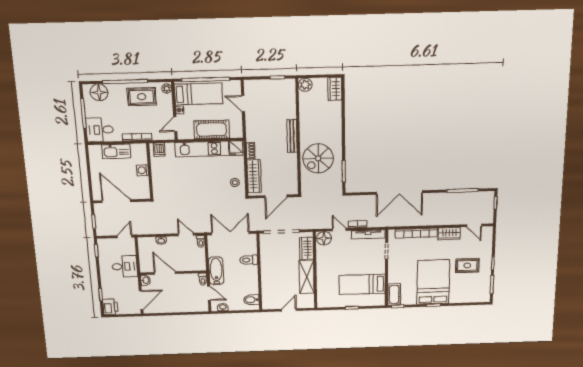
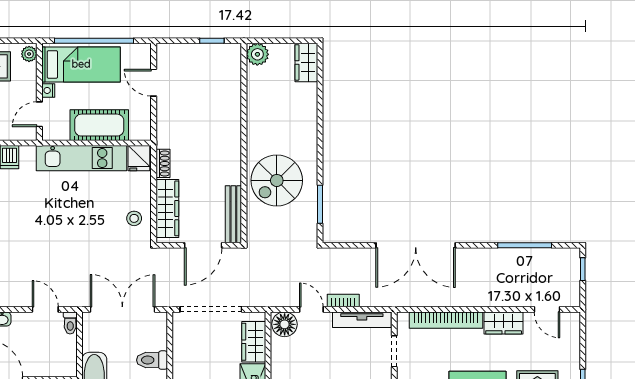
bench: (292, 136) -> (233, 214), moved

